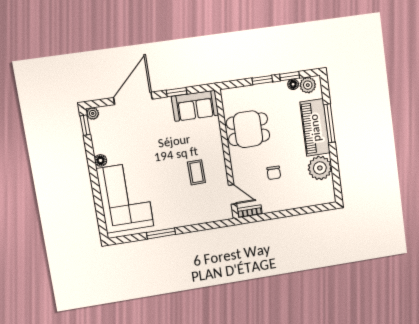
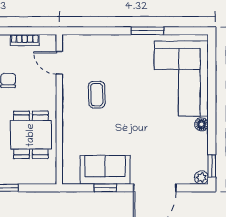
sofa: (195, 106) -> (105, 170), moved
dining table: (248, 129) -> (31, 135), turned 90
bookcase: (250, 211) -> (25, 40), moved

